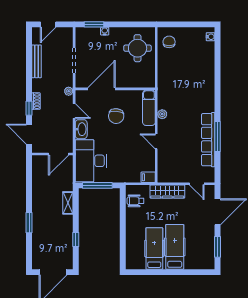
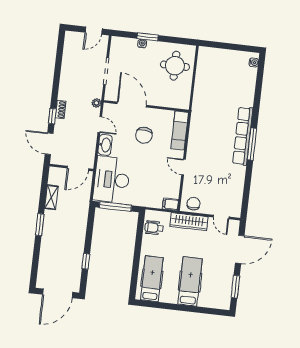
door: (48, 24) -> (94, 31), moved
window: (94, 24) -> (148, 37), moved
chair: (169, 42) -> (193, 204), moved
bench: (37, 61) -> (66, 67), removed
door: (101, 89) -> (132, 105), hinge flipped
plant: (162, 114) -> (193, 139), removed
window: (217, 137) -> (252, 144), moved
row of seats: (208, 140) -> (243, 136), moved
shelving: (68, 203) -> (51, 197), moved
window: (29, 223) -> (40, 225), moved
hospital bed: (154, 248) -> (152, 279), moved

